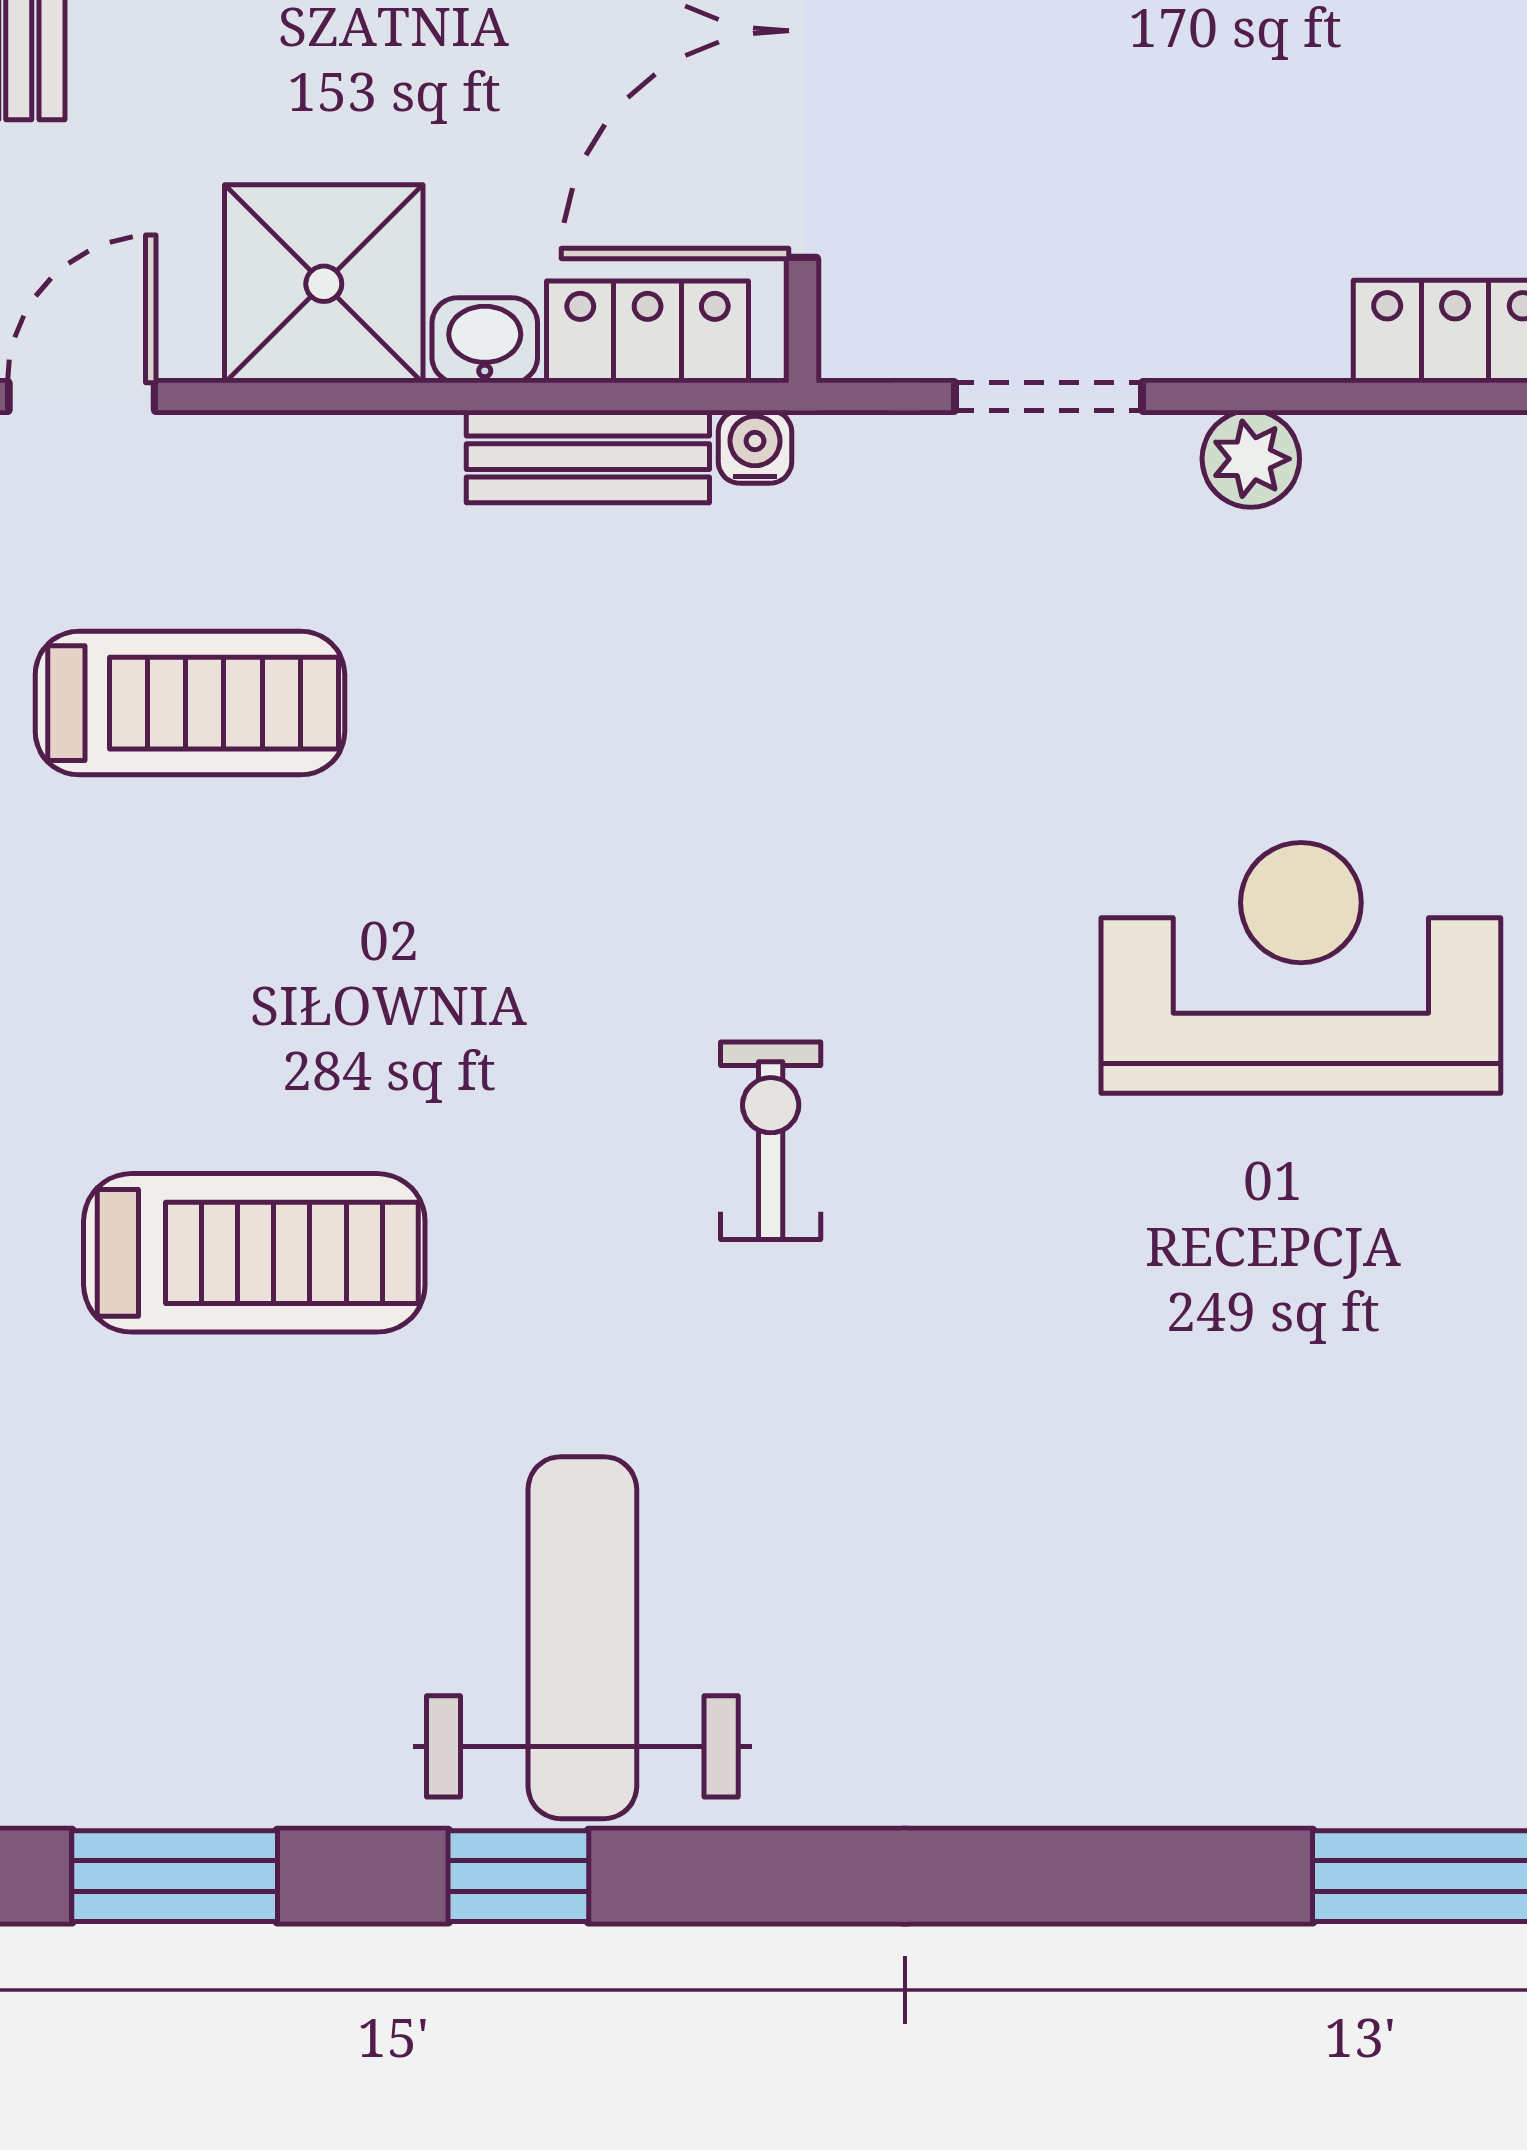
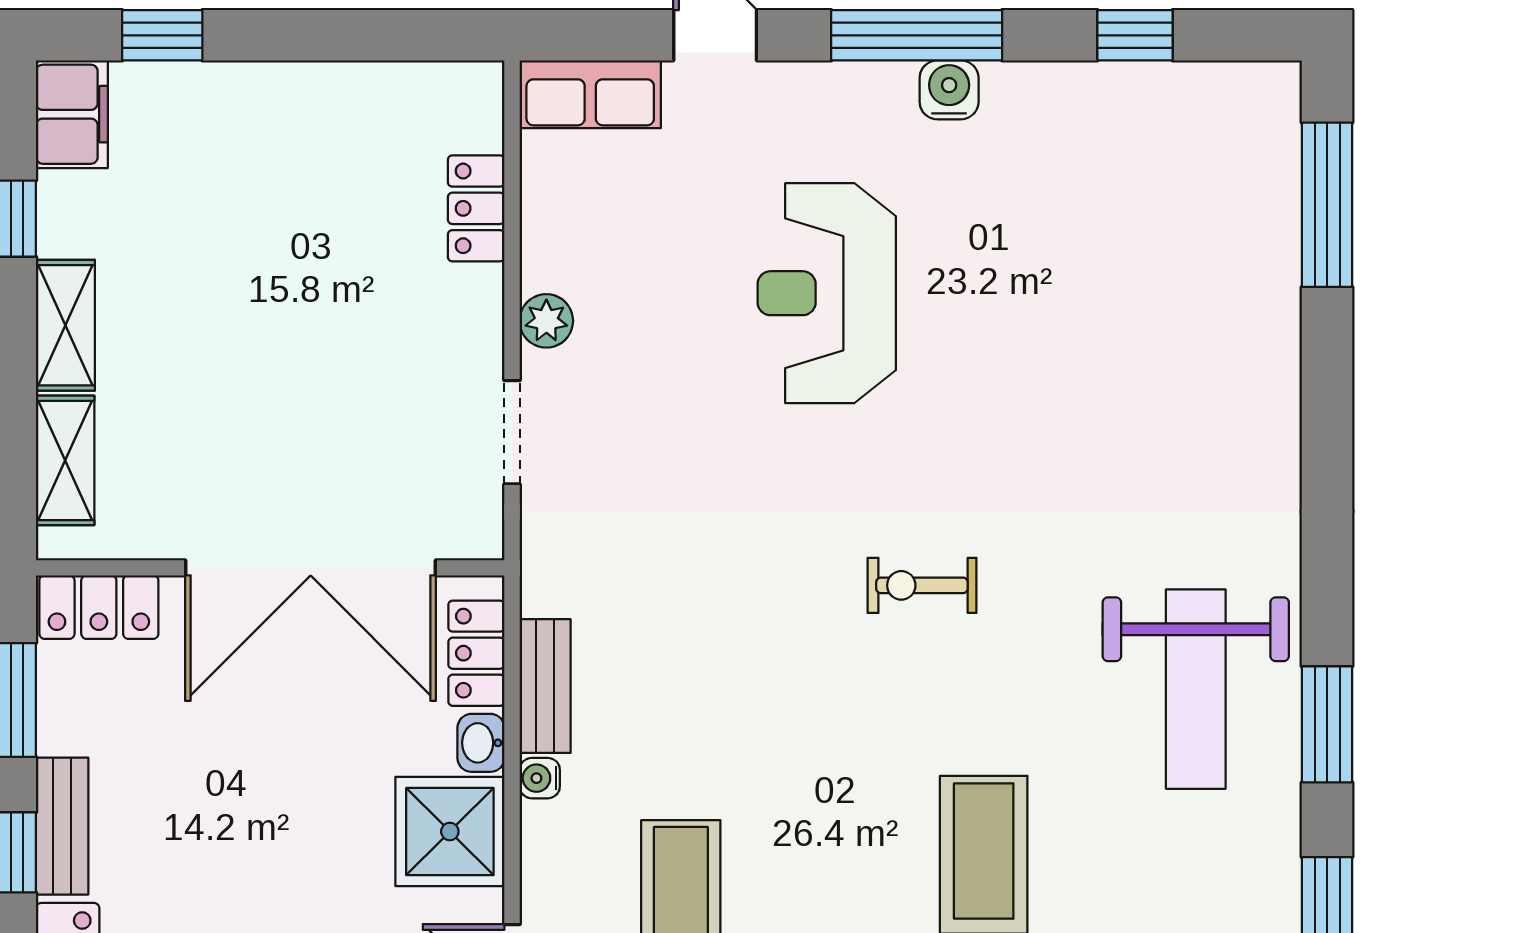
water cooler: (755, 447) -> (540, 778), moved
weight bench: (582, 1638) -> (1196, 689), turned -90
window: (518, 1876) -> (1327, 724), width x1.50

